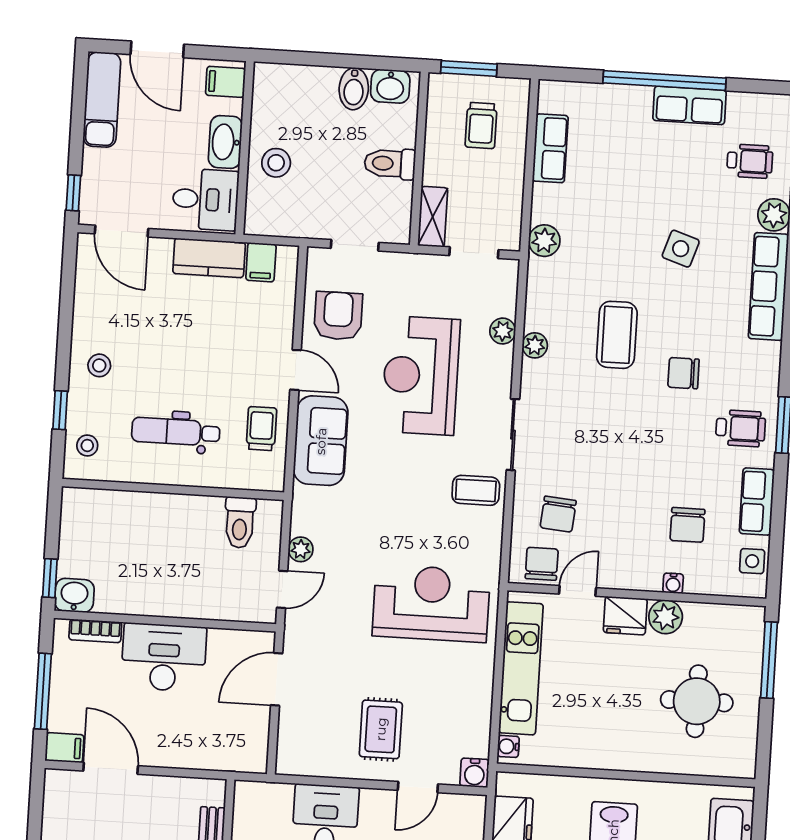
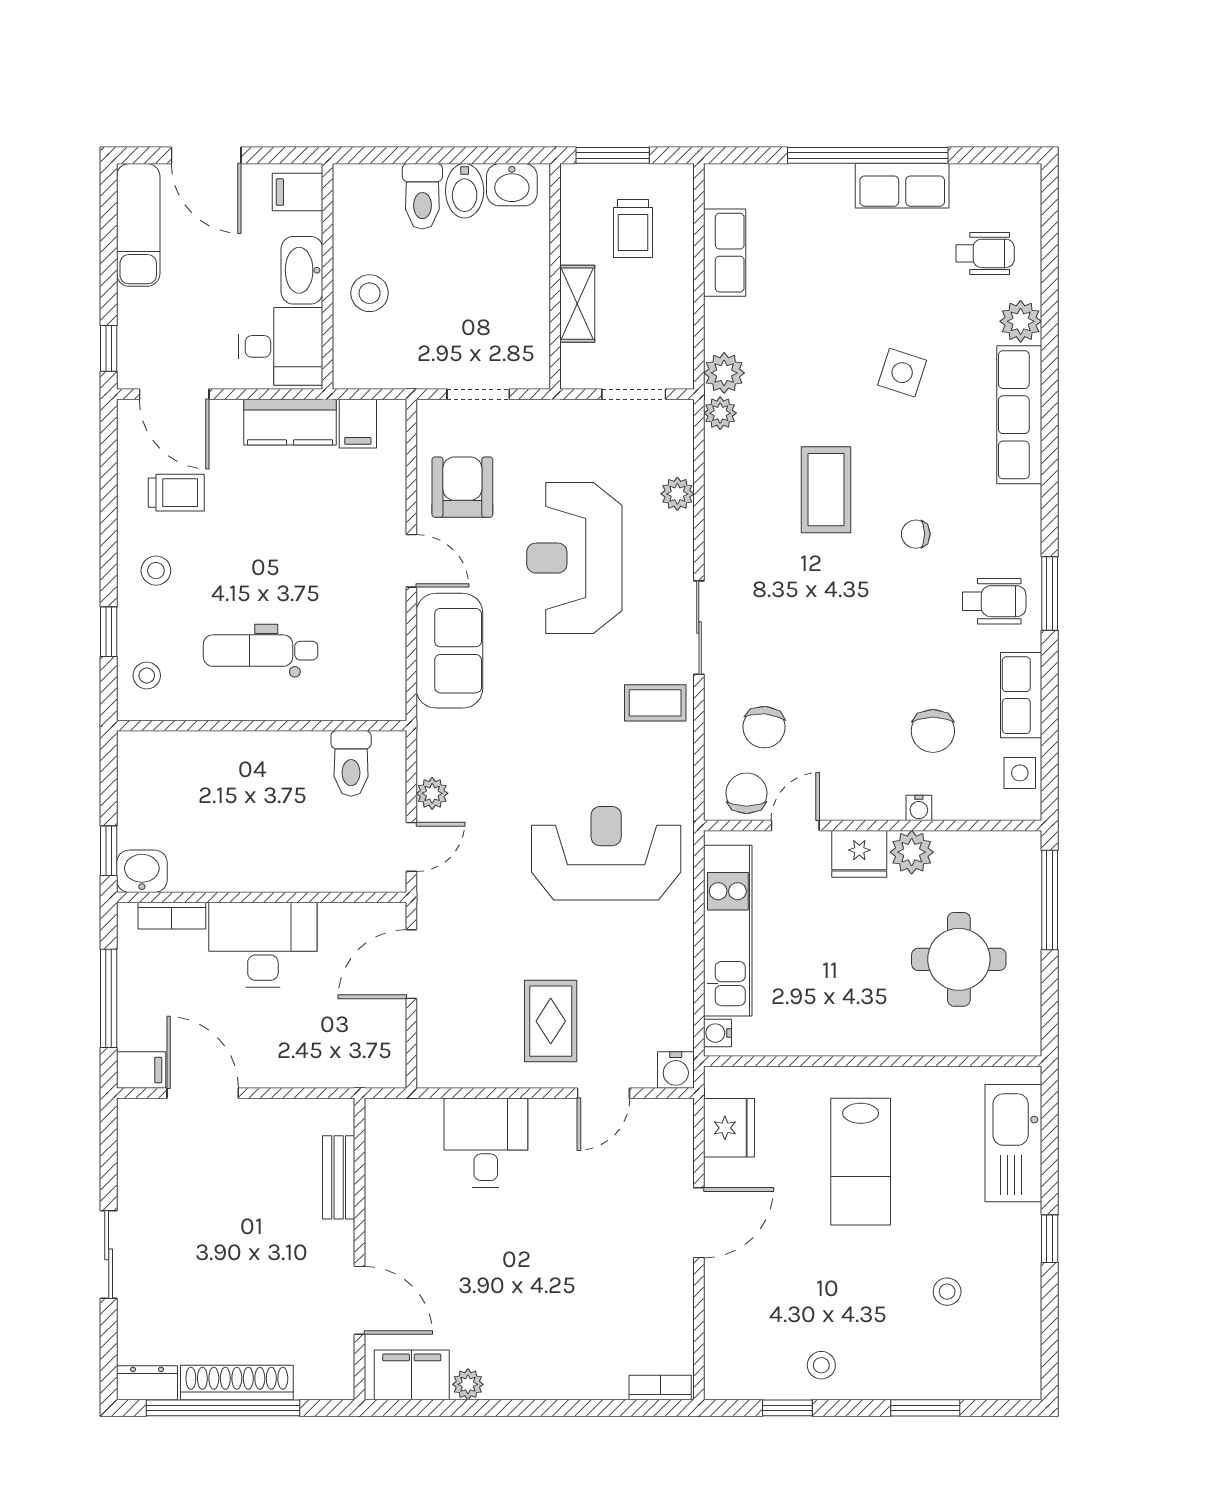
toilet: (390, 164) -> (422, 196), moved, turned -90
shelving: (433, 217) -> (577, 304), moved
plant: (535, 345) -> (720, 413), moved
chair: (684, 373) -> (916, 534), width x0.73, depth x0.73
trolley: (261, 429) -> (176, 493), moved, turned 90

